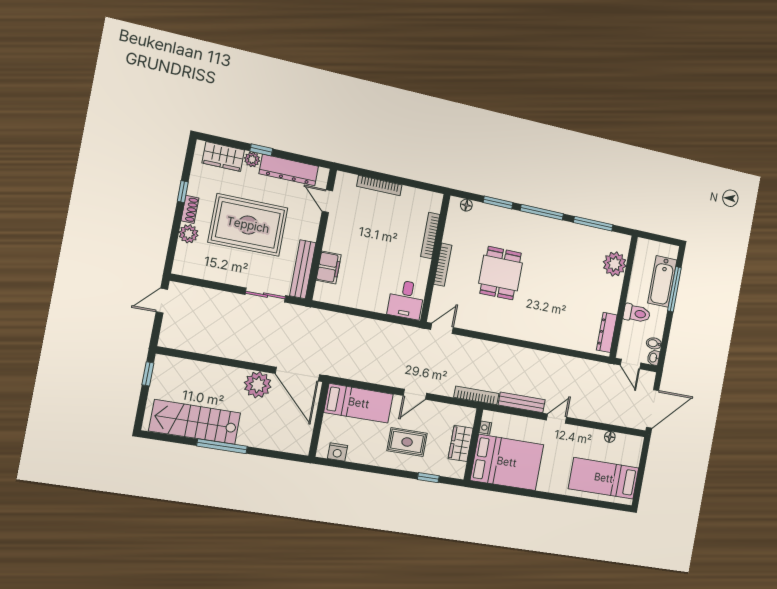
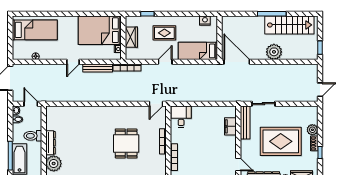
dresser: (607, 332) -> (50, 143), moved
plant: (258, 385) -> (274, 52), moved

